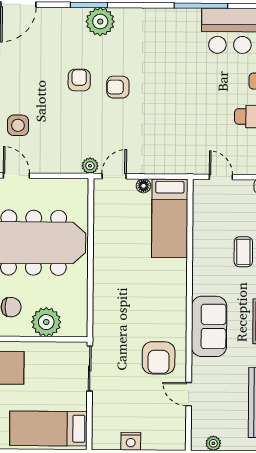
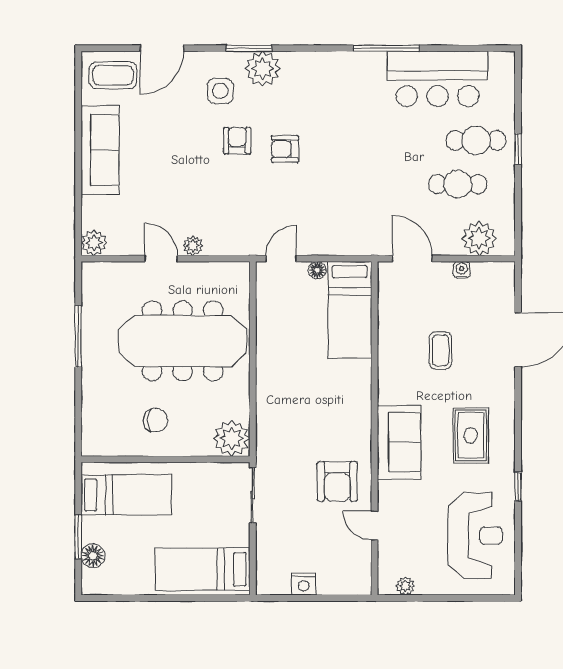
side table: (18, 125) -> (220, 91), moved
plant: (90, 166) -> (193, 246), moved
door: (221, 177) -> (412, 259), width x1.38
plant: (46, 322) -> (232, 438), moved

